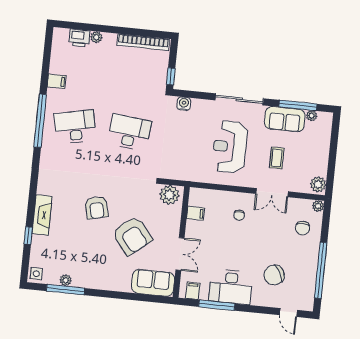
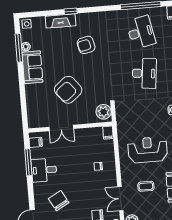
double door: (272, 193) -> (120, 199), moved
armchair: (97, 208) -> (86, 45), moved
filing cabinet: (196, 213) -> (108, 133), moved
fireplace: (42, 215) -> (61, 21), moved
window: (28, 236) -> (71, 11), moved
sofa: (153, 283) -> (32, 67), moved
desk: (231, 287) -> (44, 170), width x0.73

